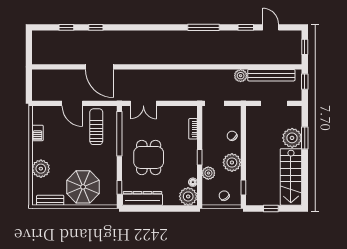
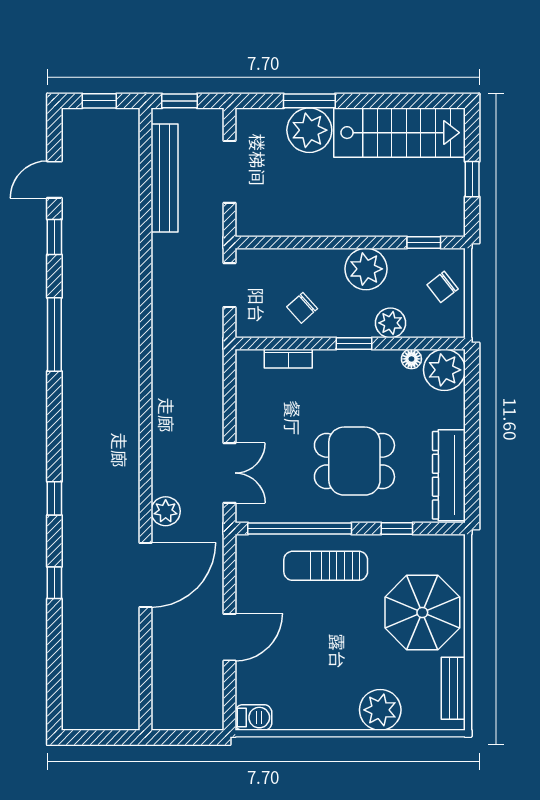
window: (66, 27) -> (54, 498), moved
plant: (241, 76) -> (166, 511), moved
doorway: (214, 103) -> (230, 285), moved
sun lounger: (96, 127) -> (326, 566), moved
barbecue: (37, 133) -> (253, 718), moved
chair: (232, 136) -> (302, 308), moved
window: (119, 187) -> (397, 529), moved

